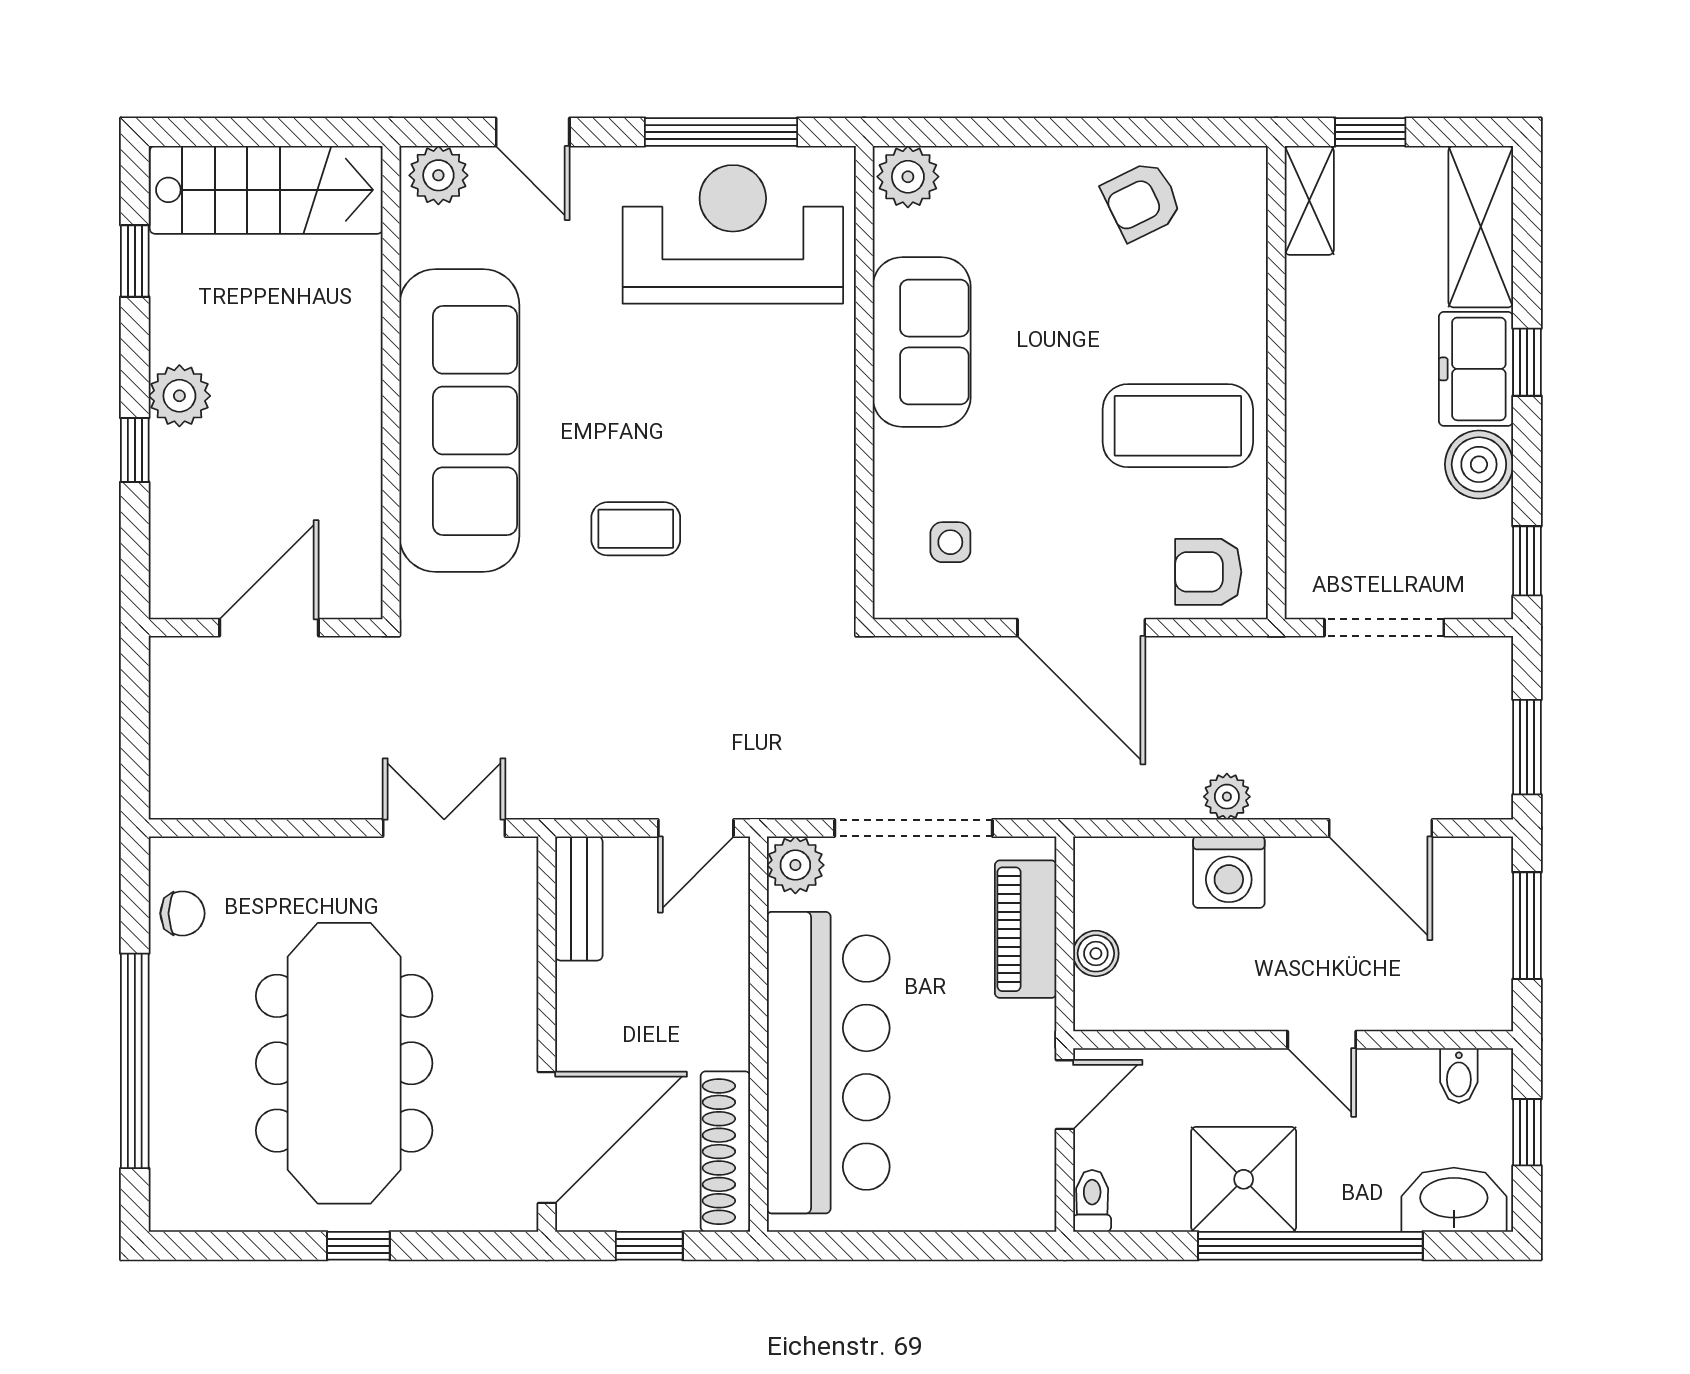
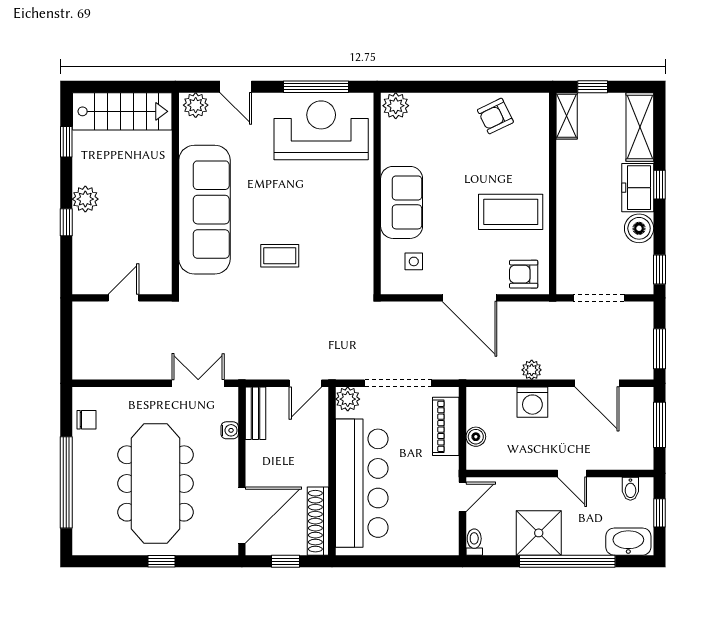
sofa: (922, 342) -> (402, 202), moved
door: (269, 628) -> (123, 298), width x0.73
water cooler: (518, 939) -> (230, 430), added

